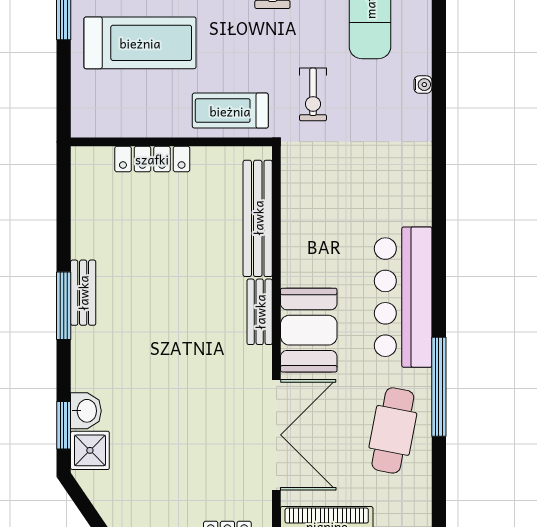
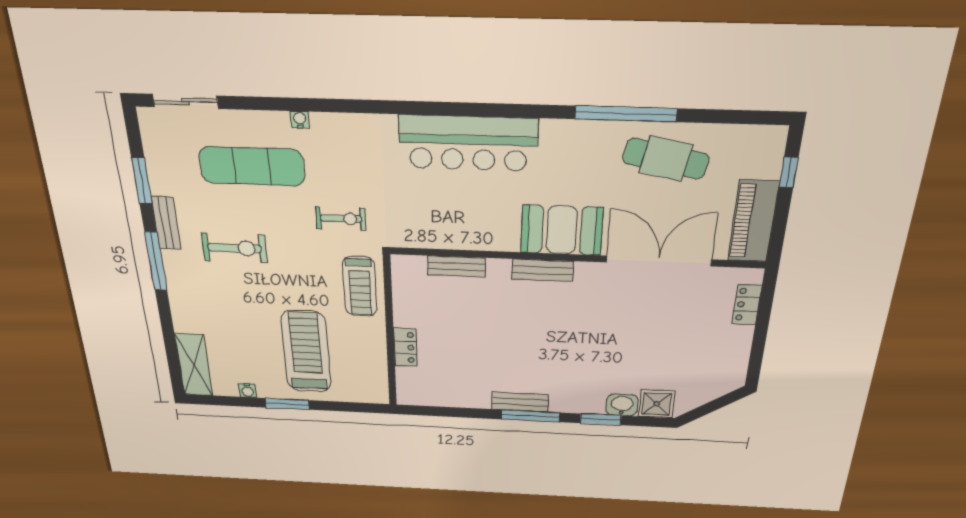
water cooler: (423, 85) -> (300, 120), moved
locker: (152, 159) -> (405, 347), width x0.66
bench: (258, 218) -> (456, 266), width x0.54, depth x0.82
bar counter: (403, 297) -> (468, 143), moved
window: (64, 425) -> (601, 419), moved

